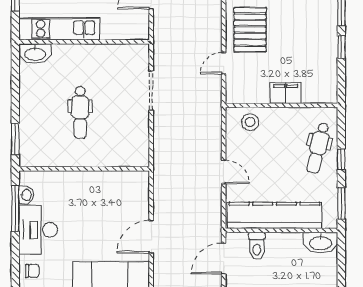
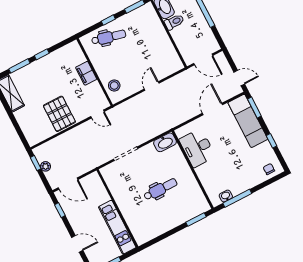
pallet: (250, 30) -> (59, 114), turned 90
washbasin: (35, 54) -> (165, 142), moved, turned 90
door: (224, 63) -> (97, 114), moved
kitchen counter: (275, 215) -> (162, 42), removed
desk: (38, 230) -> (197, 148), moved, turned 90
door: (151, 237) -> (212, 109), swing flipped
toilet: (257, 246) -> (174, 22), moved

